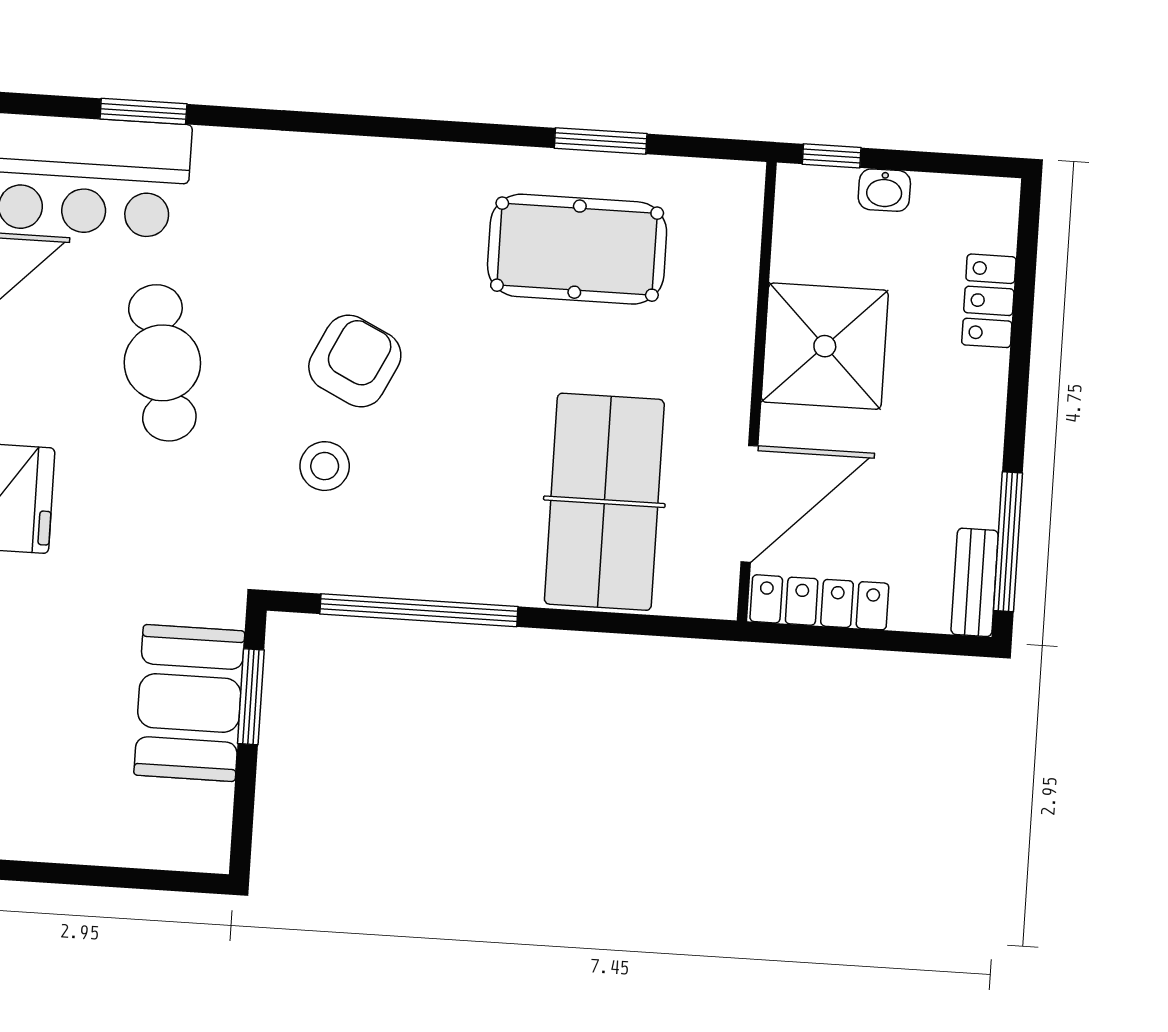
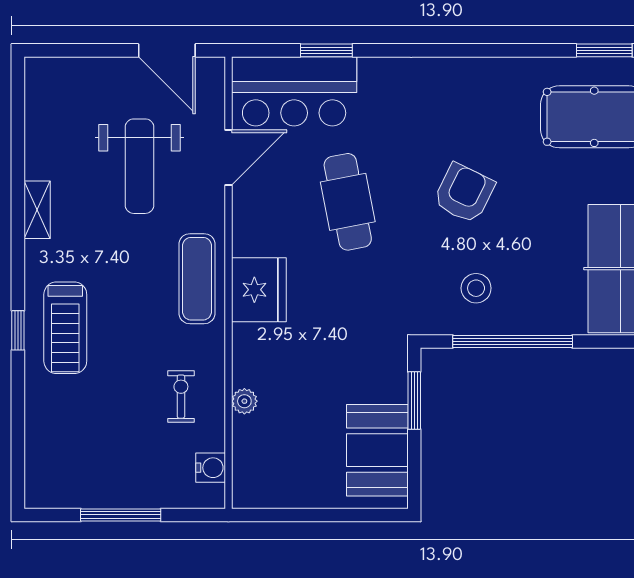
stool: (325, 466) -> (476, 288), moved
booth: (189, 703) -> (377, 450), moved

